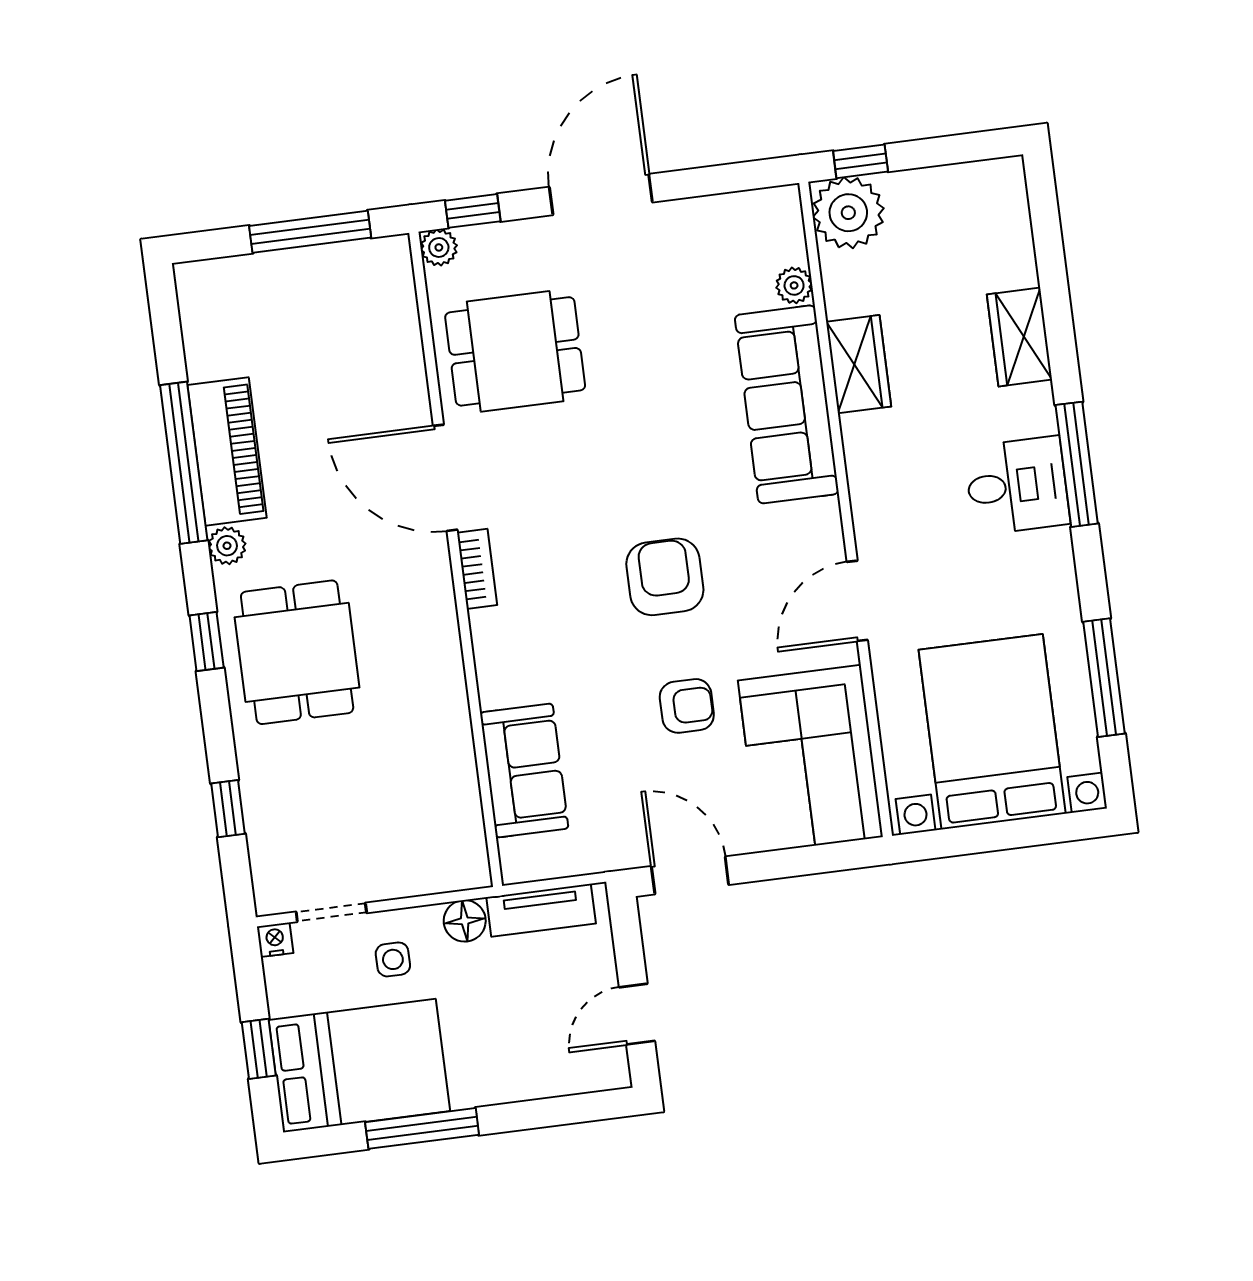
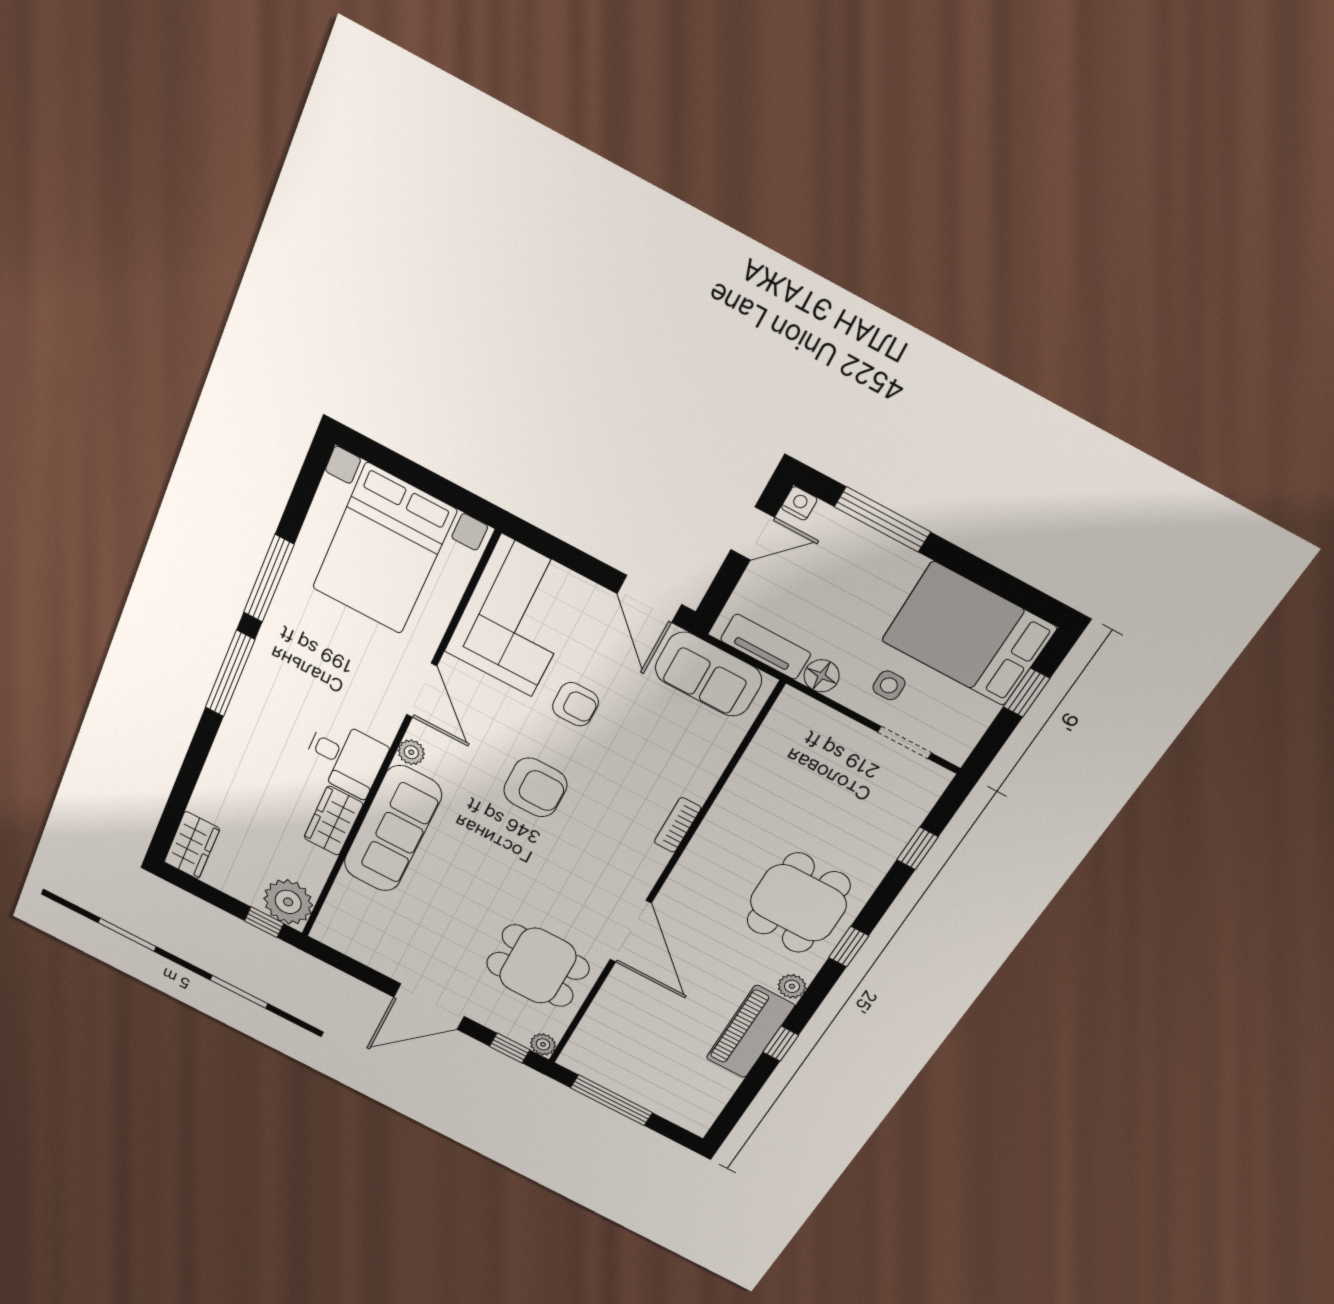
plant: (794, 285) -> (411, 752), moved
wardrobe: (1020, 337) -> (192, 845), moved
window: (184, 463) -> (781, 1044), width x0.32
desk: (1017, 486) -> (345, 758), moved, turned 180
bookcase: (477, 569) -> (678, 825), moved
armchair: (665, 577) -> (535, 787), turned -90
door: (857, 601) -> (422, 690), hinge flipped
window: (1104, 678) -> (269, 579), moved
armchair: (687, 706) -> (575, 704), turned 180
sofa: (524, 771) -> (708, 674), moved, turned -90
nightstand: (275, 940) -> (799, 503), moved, turned 180
window: (422, 1128) -> (882, 519), moved

